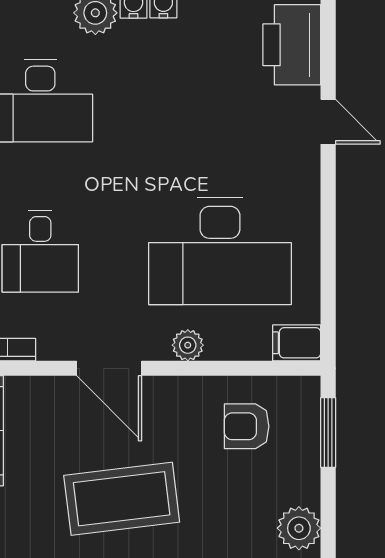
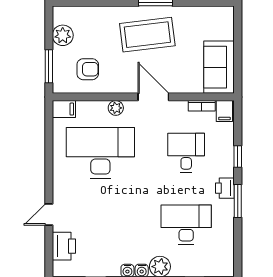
printer: (292, 45) -> (64, 246), width x0.73, depth x0.84
door: (328, 122) -> (49, 215), hinge flipped
plant: (299, 528) -> (63, 35), moved

